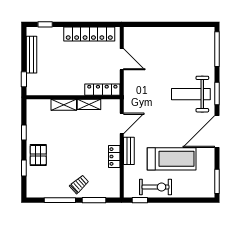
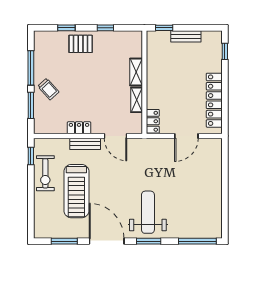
bench: (32, 55) -> (186, 36), width x0.73
locker: (102, 90) -> (153, 121), width x0.66
window: (217, 181) -> (64, 241), moved

